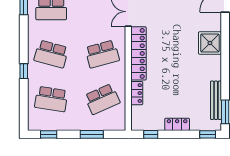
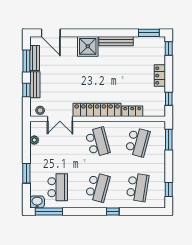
school desk: (102, 99) -> (138, 142), turned 39
bench: (216, 100) -> (116, 41), moved
window: (92, 134) -> (169, 140), moved

